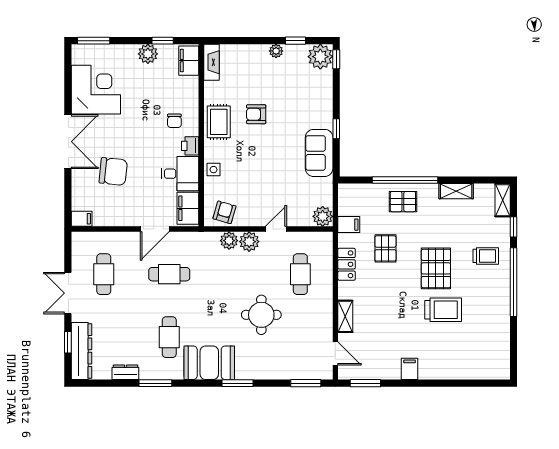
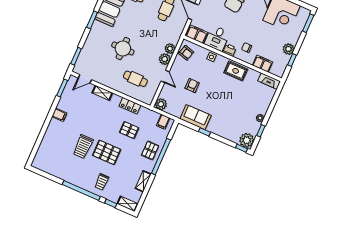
filing cabinet: (189, 61) -> (263, 64), moved
armchair: (256, 114) -> (192, 85), moved
filing cabinet: (349, 225) -> (163, 122), moved

